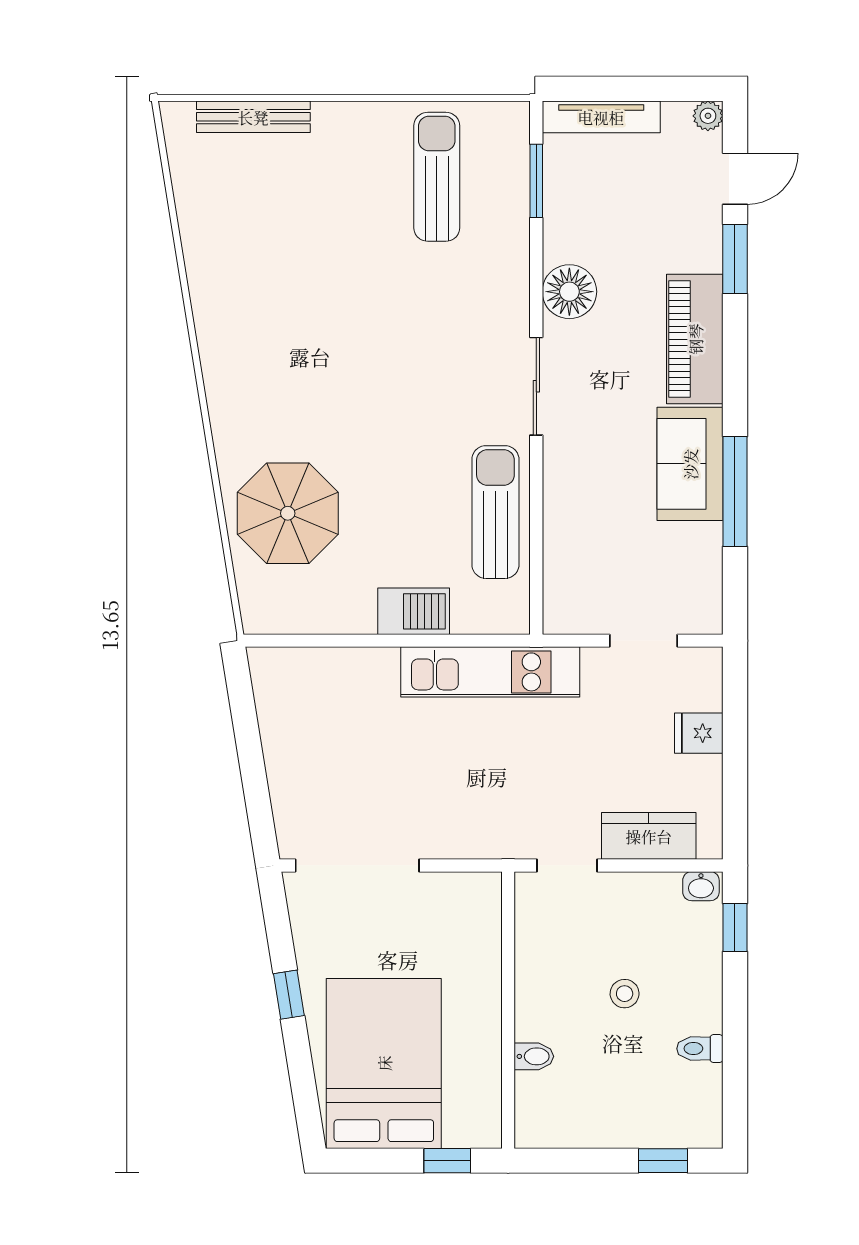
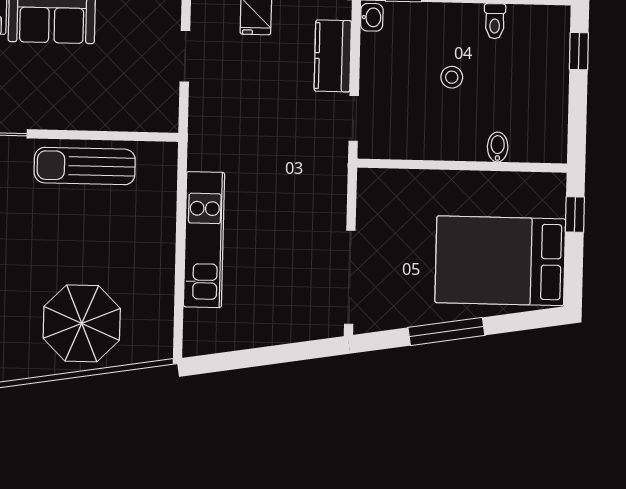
barbecue: (414, 611) -> (158, 230), removed
kitchen unit: (490, 672) -> (204, 240), moved
window: (289, 995) -> (446, 331), width x2.17

